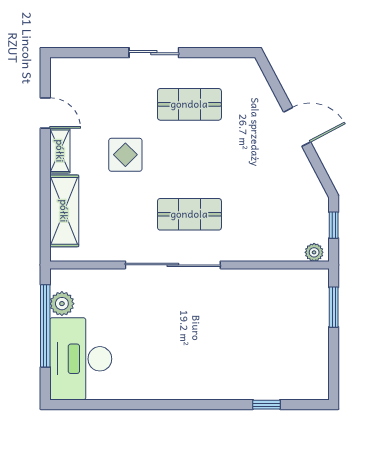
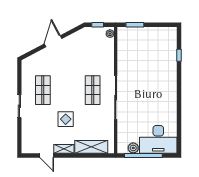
door: (45, 113) -> (47, 156), swing flipped

